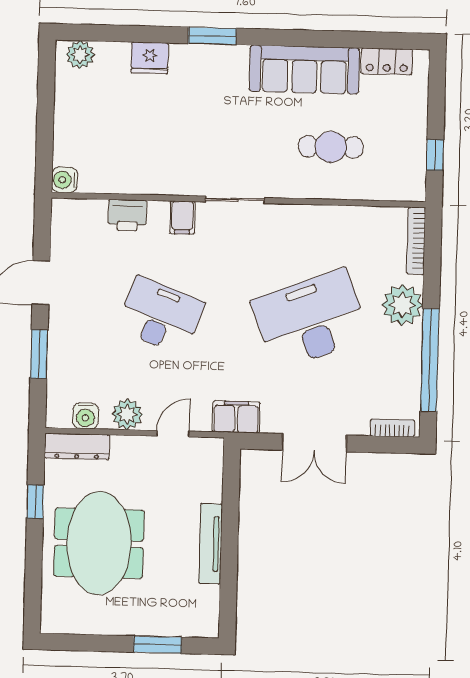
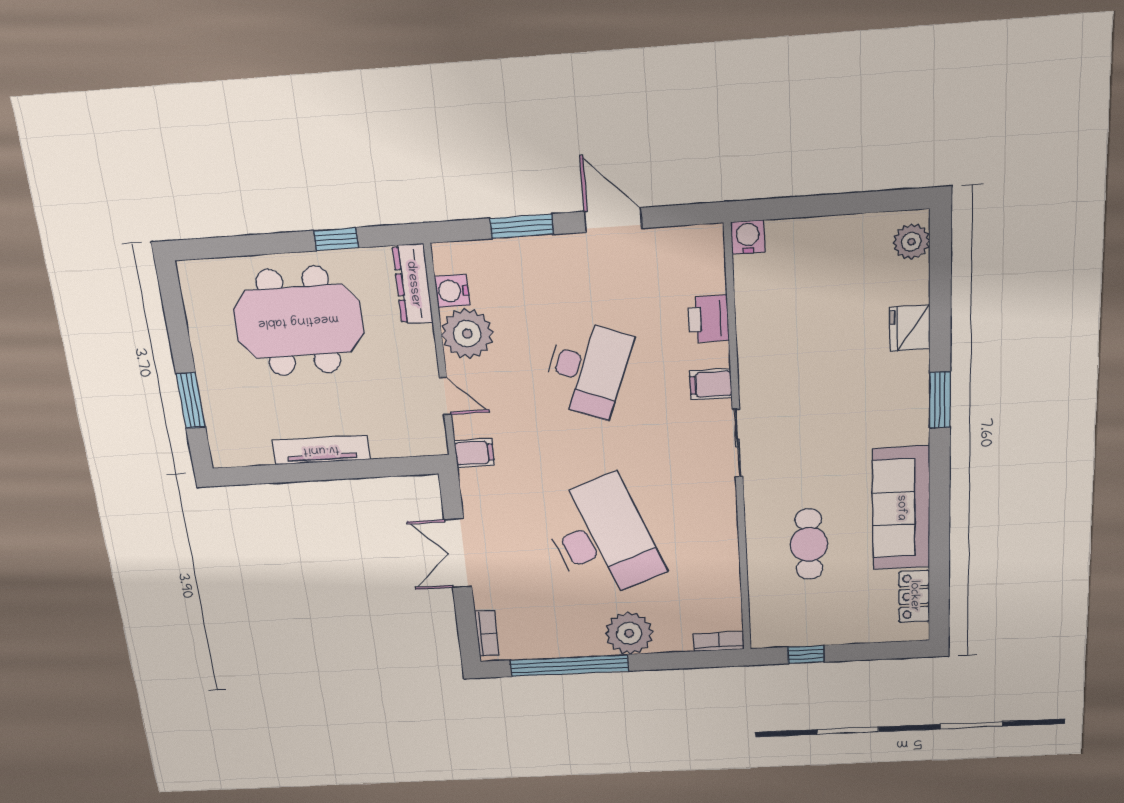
bookcase: (416, 241) -> (719, 642), width x0.64
plant: (127, 414) -> (467, 334), width x1.36, depth x1.36
filing cabinet: (236, 417) -> (474, 453), width x0.50

